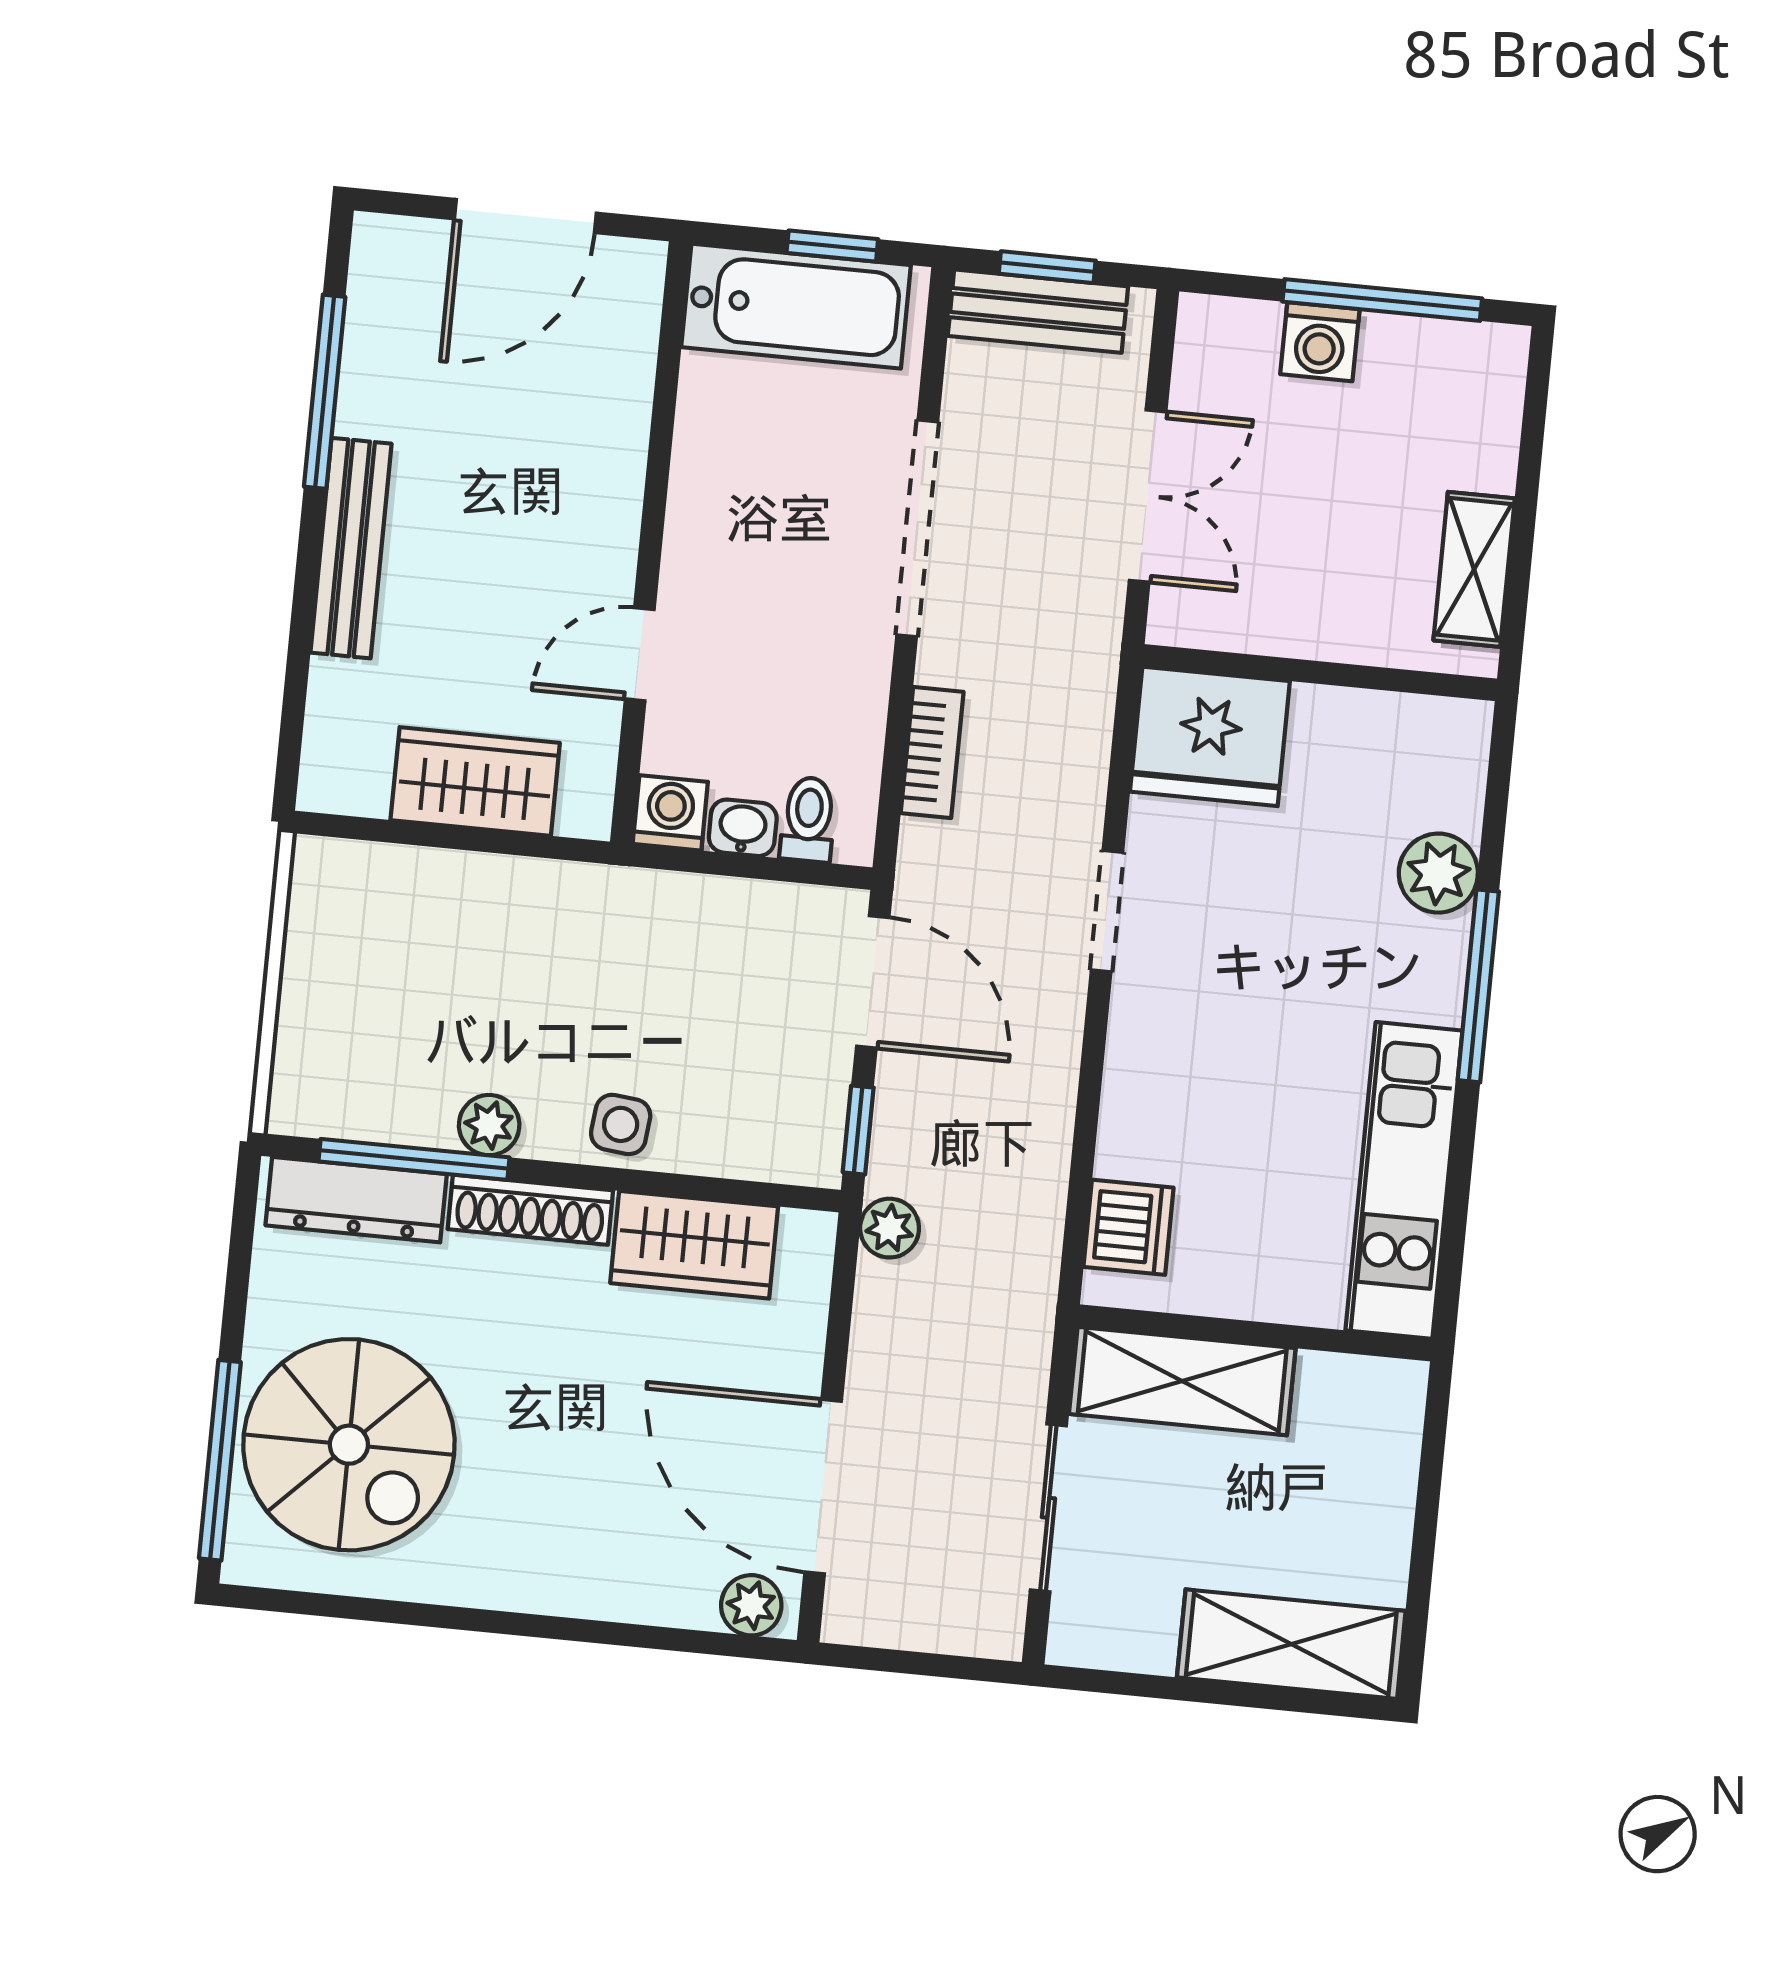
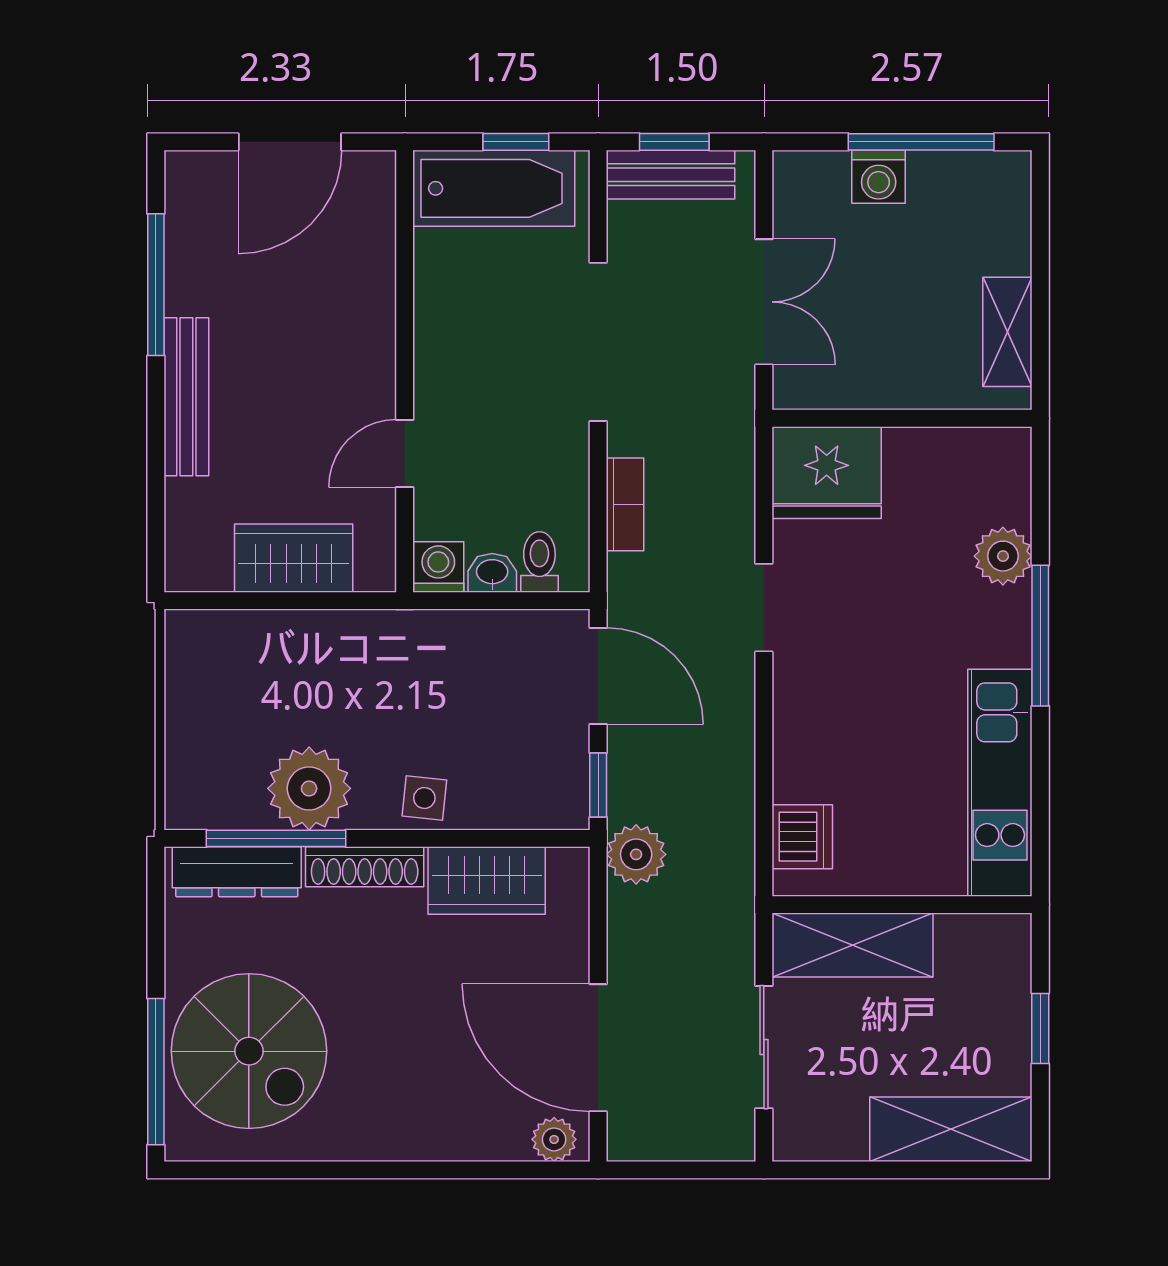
plant: (489, 1125) -> (309, 788), width x1.88, depth x1.88
plant: (890, 1228) -> (636, 854), width x1.38, depth x1.38
window: (1426, 1519) -> (1040, 1029), added

